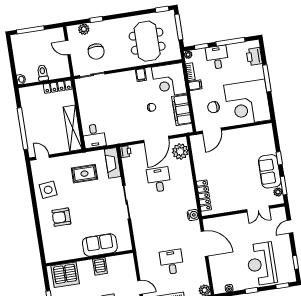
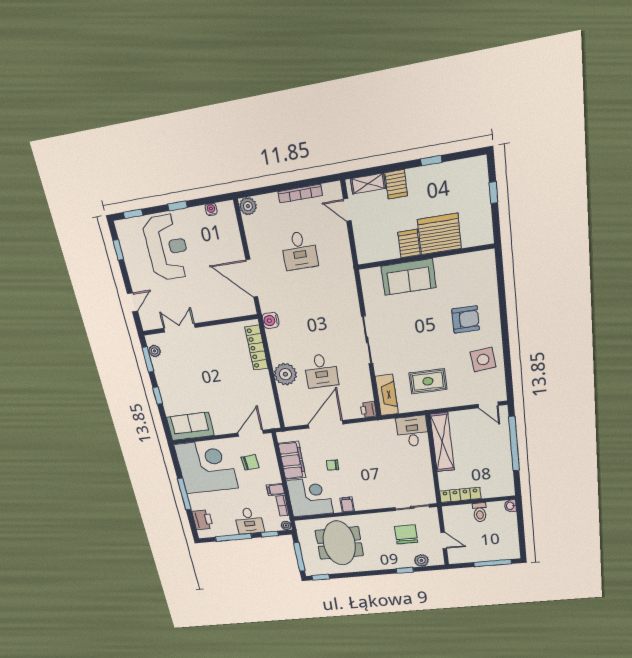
plant: (180, 151) -> (285, 374), moved
sofa: (270, 171) -> (190, 426), moved, turned -90
server rack: (65, 275) -> (439, 234), moved

